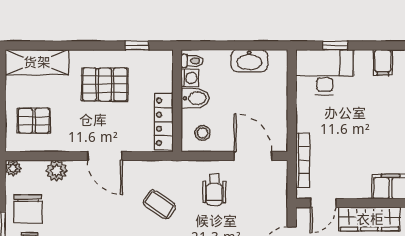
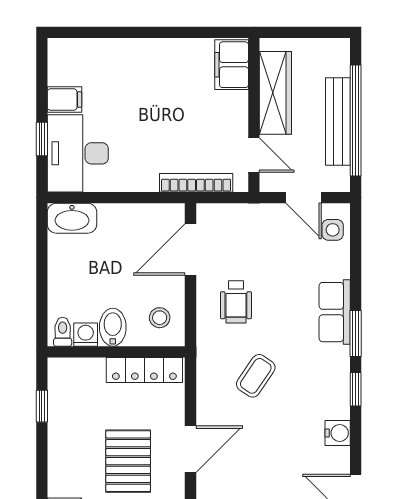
washbasin: (249, 61) -> (72, 218), moved, turned 90
filing cabinet: (383, 62) -> (64, 100), moved
pallet: (105, 85) -> (128, 461), moved
wheelchair: (214, 190) -> (236, 302), turned 90

